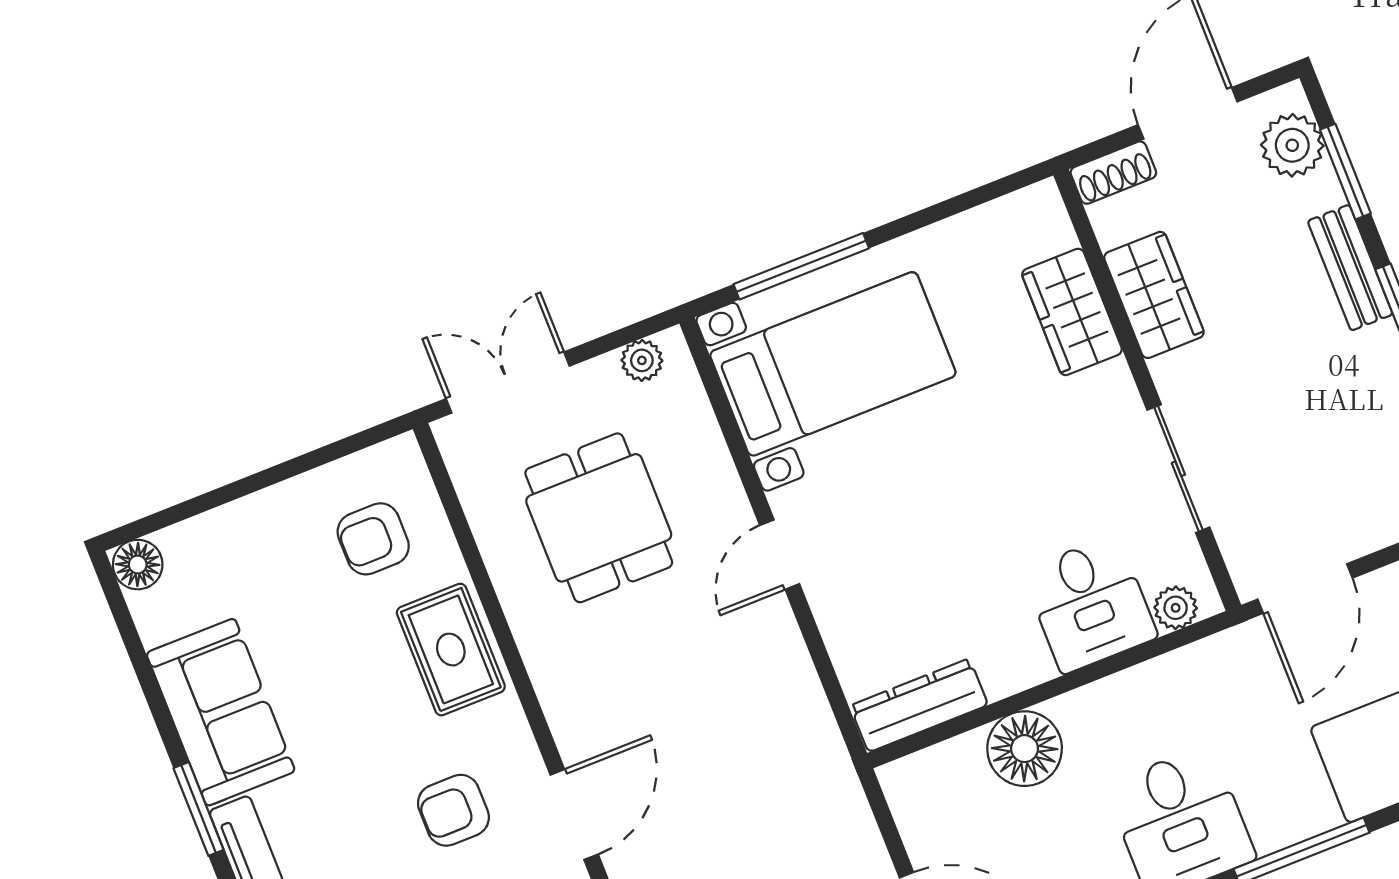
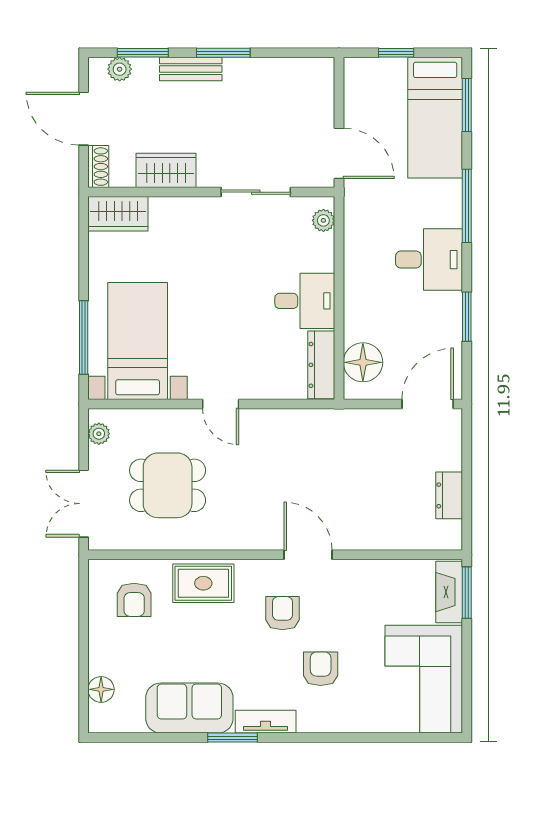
plant: (1292, 145) -> (120, 69), width x0.73, depth x0.73
wardrobe: (1072, 312) -> (118, 214), moved
floor lamp: (138, 565) -> (101, 689), moved
desk: (1090, 604) -> (305, 301), moved
floor lamp: (1025, 749) -> (363, 362), moved
armchair: (453, 810) -> (282, 613), turned 180

